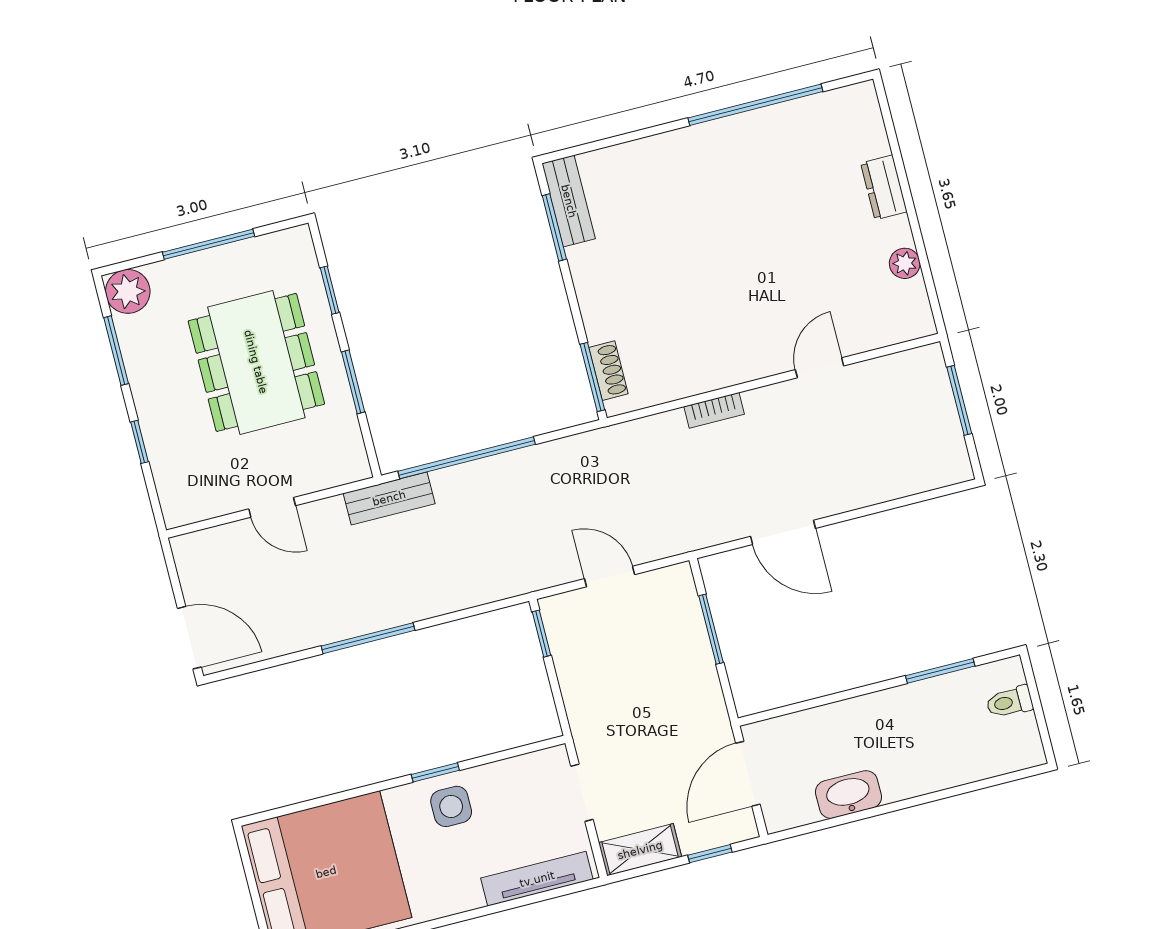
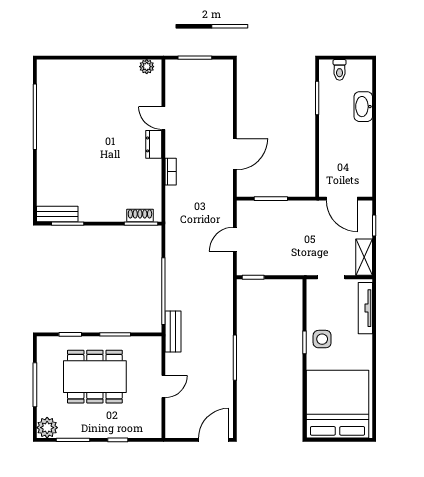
dresser: (884, 187) -> (154, 144), moved, turned 90
plant: (905, 263) -> (147, 67), moved
washbasin: (848, 795) -> (363, 107), moved

